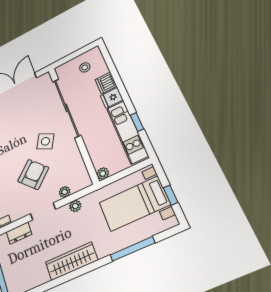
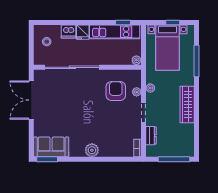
window: (137, 122) -> (123, 22), moved
side table: (45, 141) -> (91, 92), removed
armchair: (33, 174) -> (116, 91), moved, turned 43

